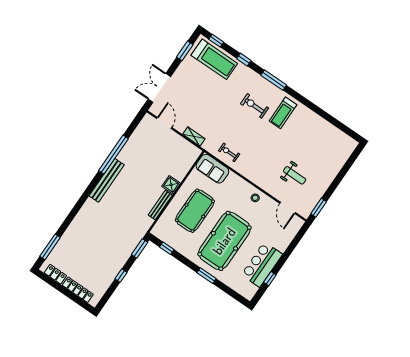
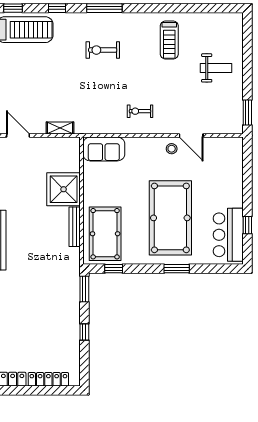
treadmill: (283, 113) -> (169, 40), moved
exercise bike: (229, 152) -> (140, 111), moved
weight bench: (295, 175) -> (216, 68), moved
shower: (171, 185) -> (64, 189), width x1.86, depth x1.86
door: (288, 208) -> (191, 136), moved
pool table: (195, 211) -> (105, 234), moved
bar counter: (262, 264) -> (228, 235), moved

